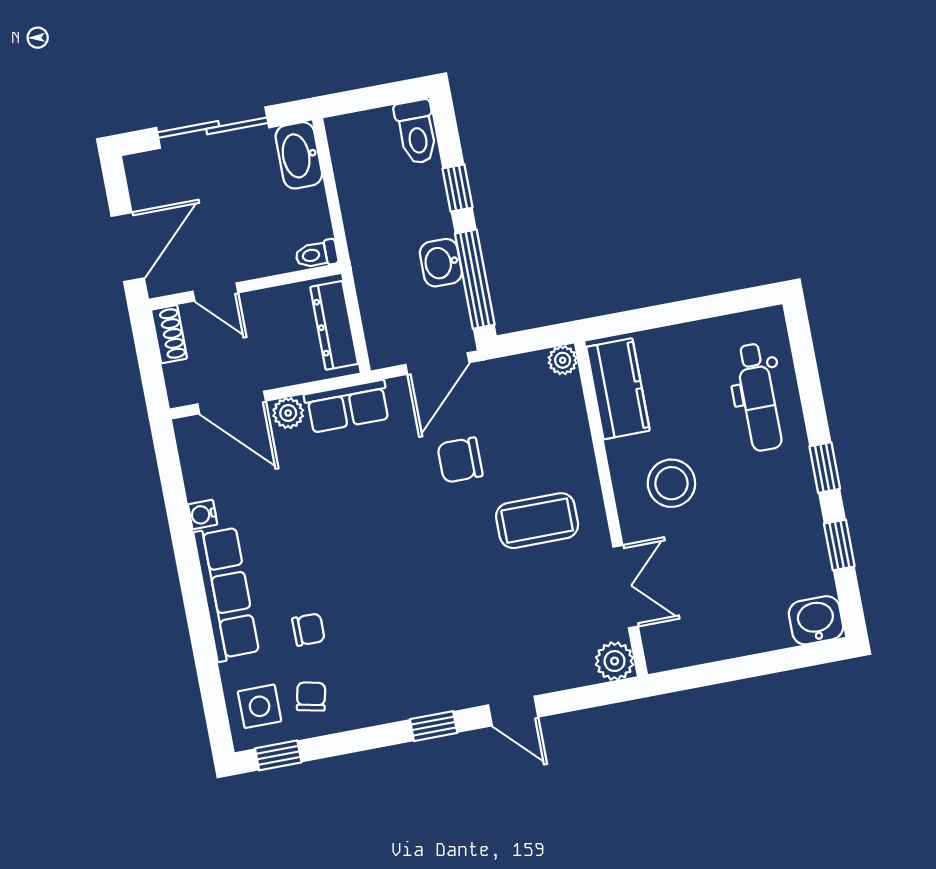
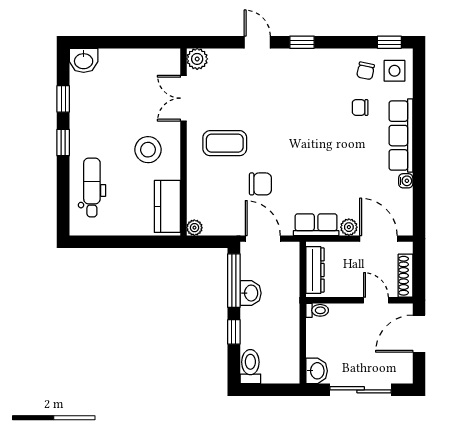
washbasin: (299, 155) -> (317, 371), width x0.72
shoe rack: (169, 334) -> (405, 276), width x1.43
door: (437, 364) -> (263, 239), hinge flipped

